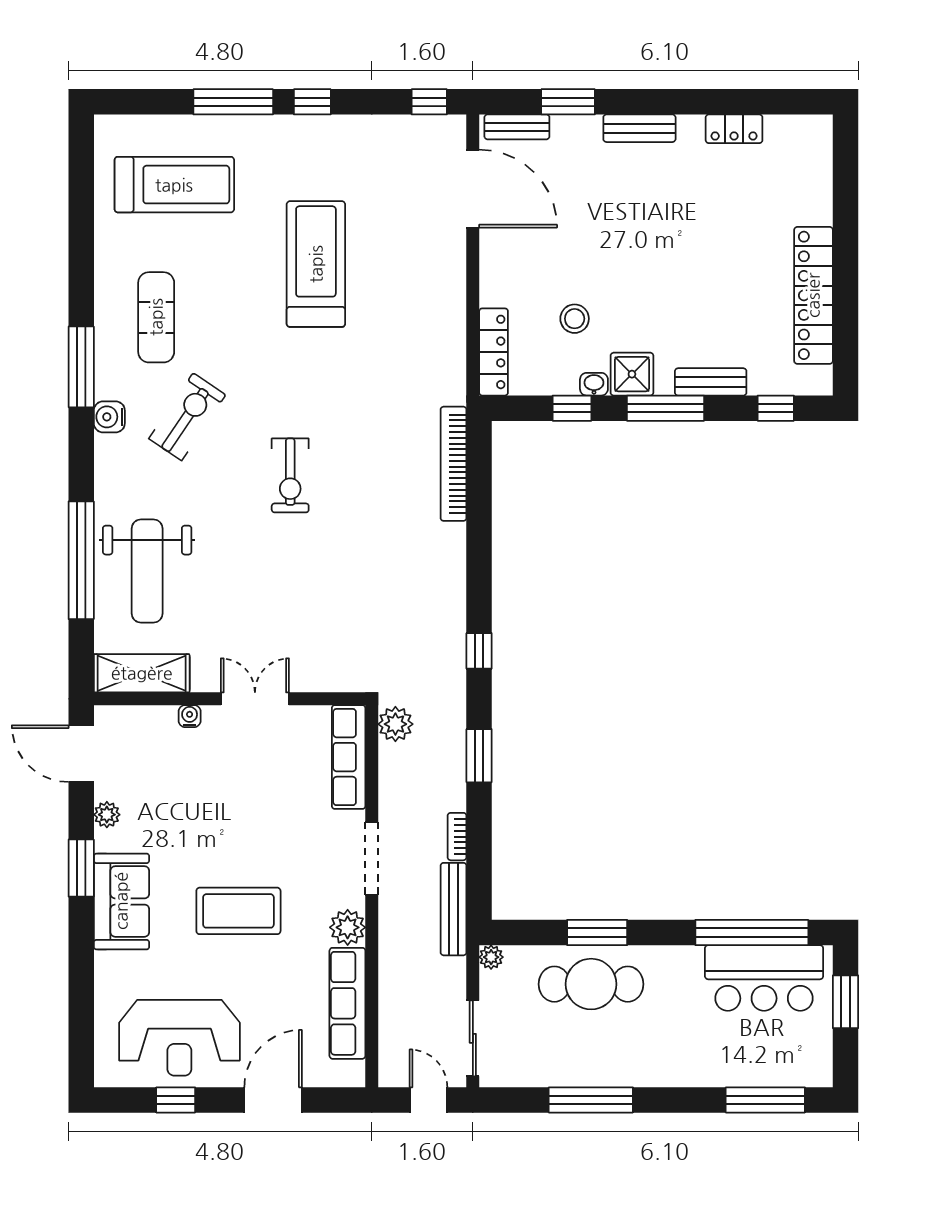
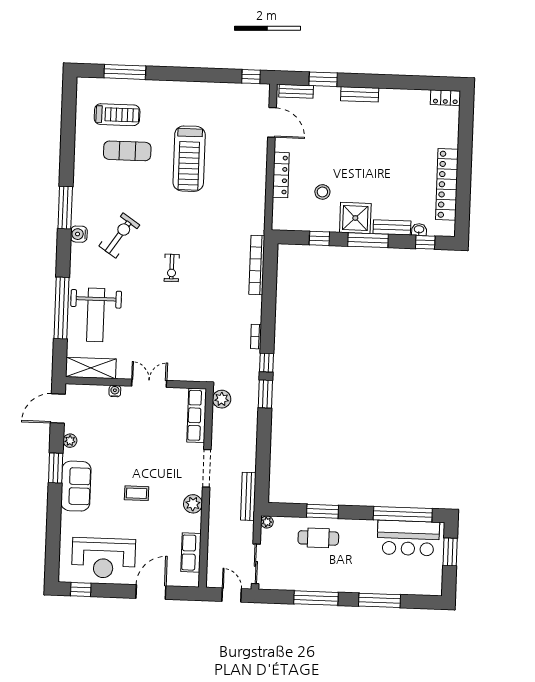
window: (233, 102) -> (125, 72), moved
window: (312, 102) -> (190, 74), removed
locker: (734, 129) -> (445, 98), moved
treadmill: (174, 185) -> (117, 115), width x0.73, depth x0.73
door: (473, 189) -> (272, 122), width x0.73
treadmill: (316, 264) -> (189, 159), turned 180
exercise mat: (156, 317) -> (127, 151), moved, turned 90
locker: (494, 352) -> (281, 175), moved
shower: (632, 374) -> (355, 218), width x1.36, depth x1.36
washbasin: (594, 384) -> (419, 230), moved
exercise bike: (290, 475) -> (172, 268), width x0.73, depth x0.72
door: (81, 754) -> (58, 409), hinge flipped
window: (479, 756) -> (265, 394), moved
bookcase: (457, 837) -> (256, 337), moved
coffee table: (238, 911) -> (137, 493), width x0.54, depth x0.58
cafe table: (591, 984) -> (318, 538), width x0.73, depth x0.74
row of seats: (347, 1003) -> (191, 553), width x0.68
window: (176, 1100) -> (81, 589), moved
window: (765, 1100) -> (380, 600), moved

